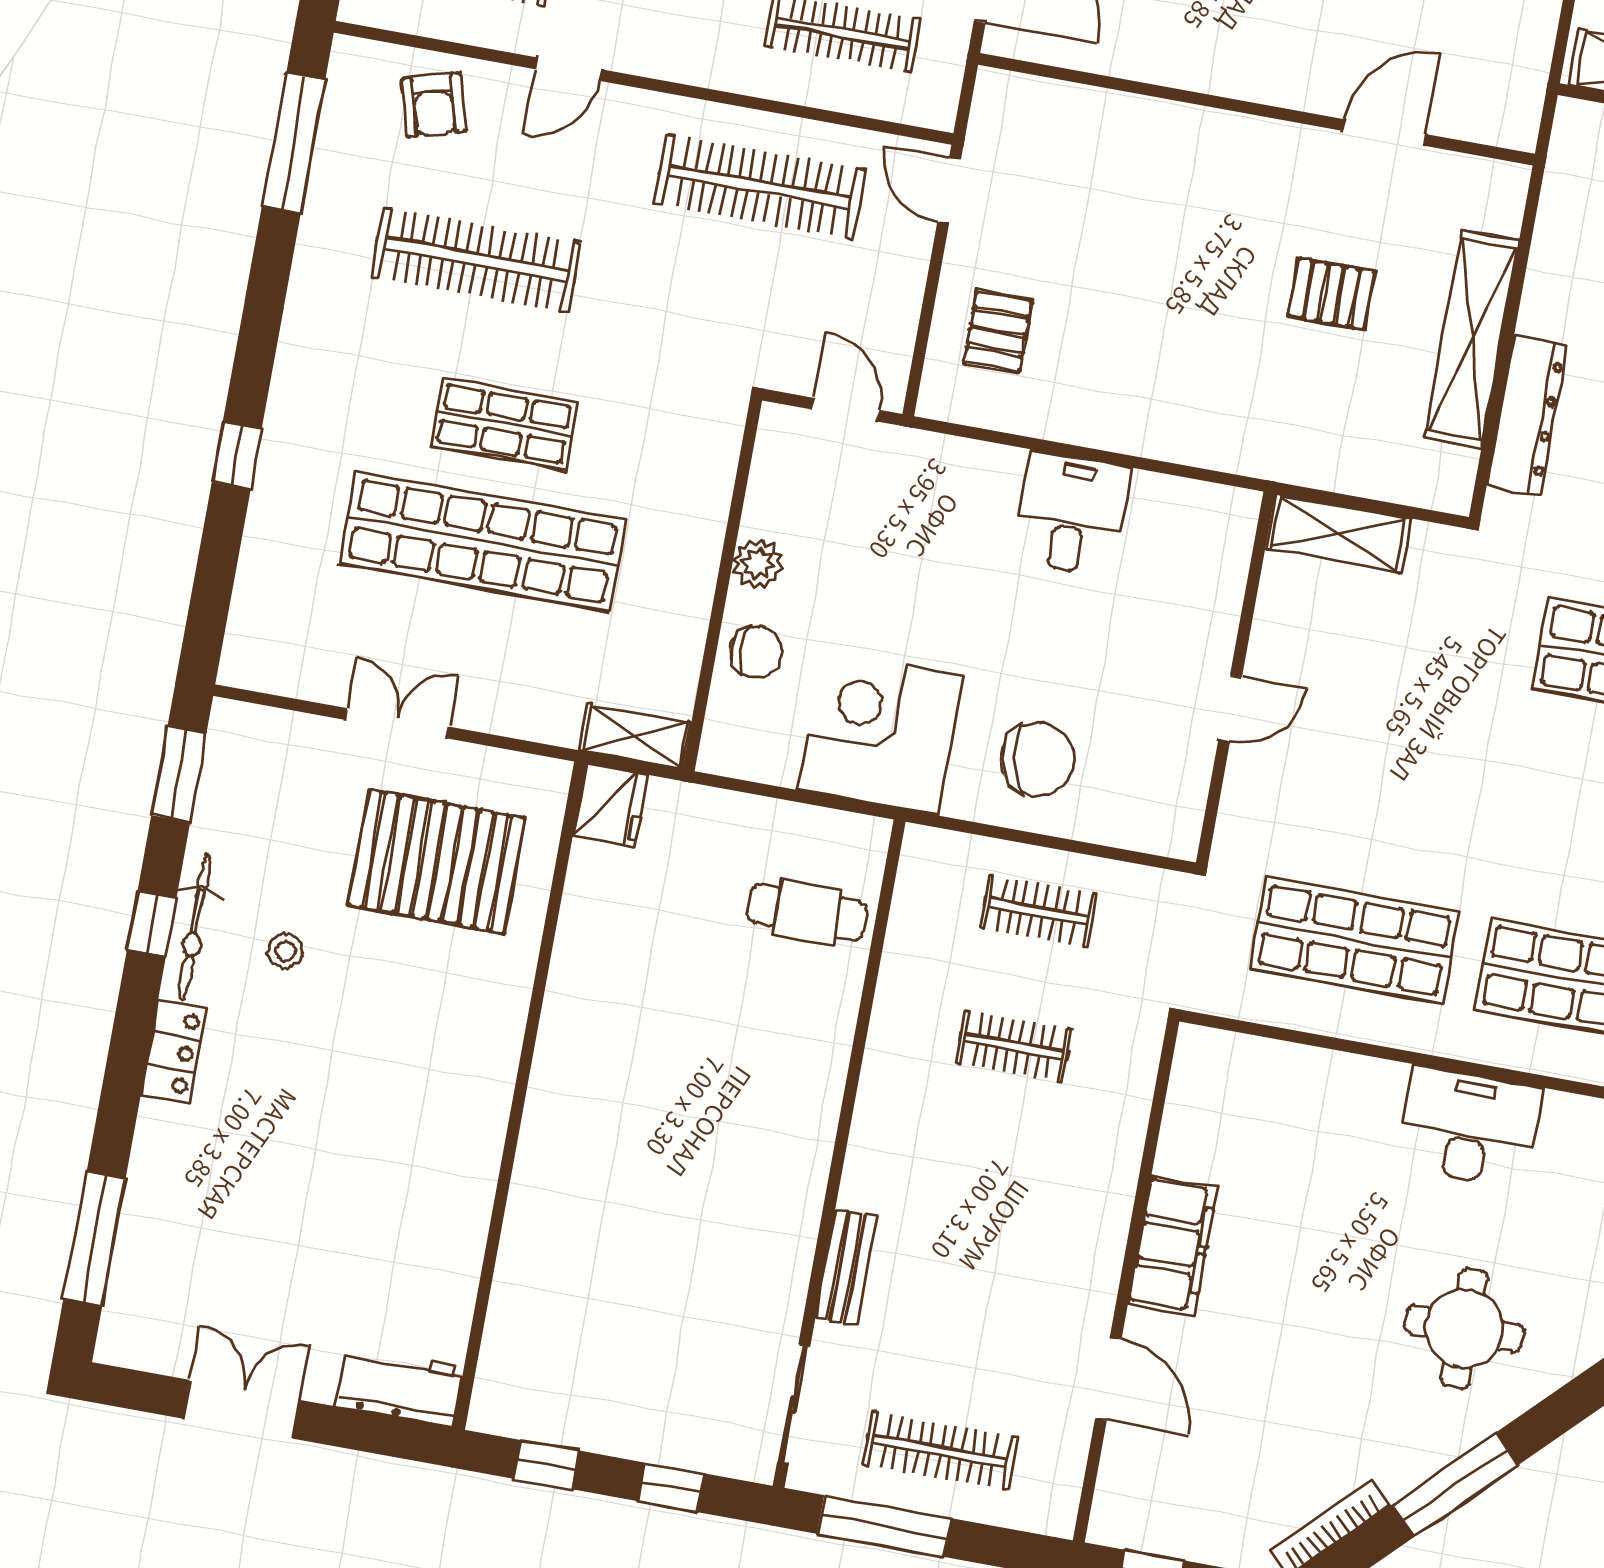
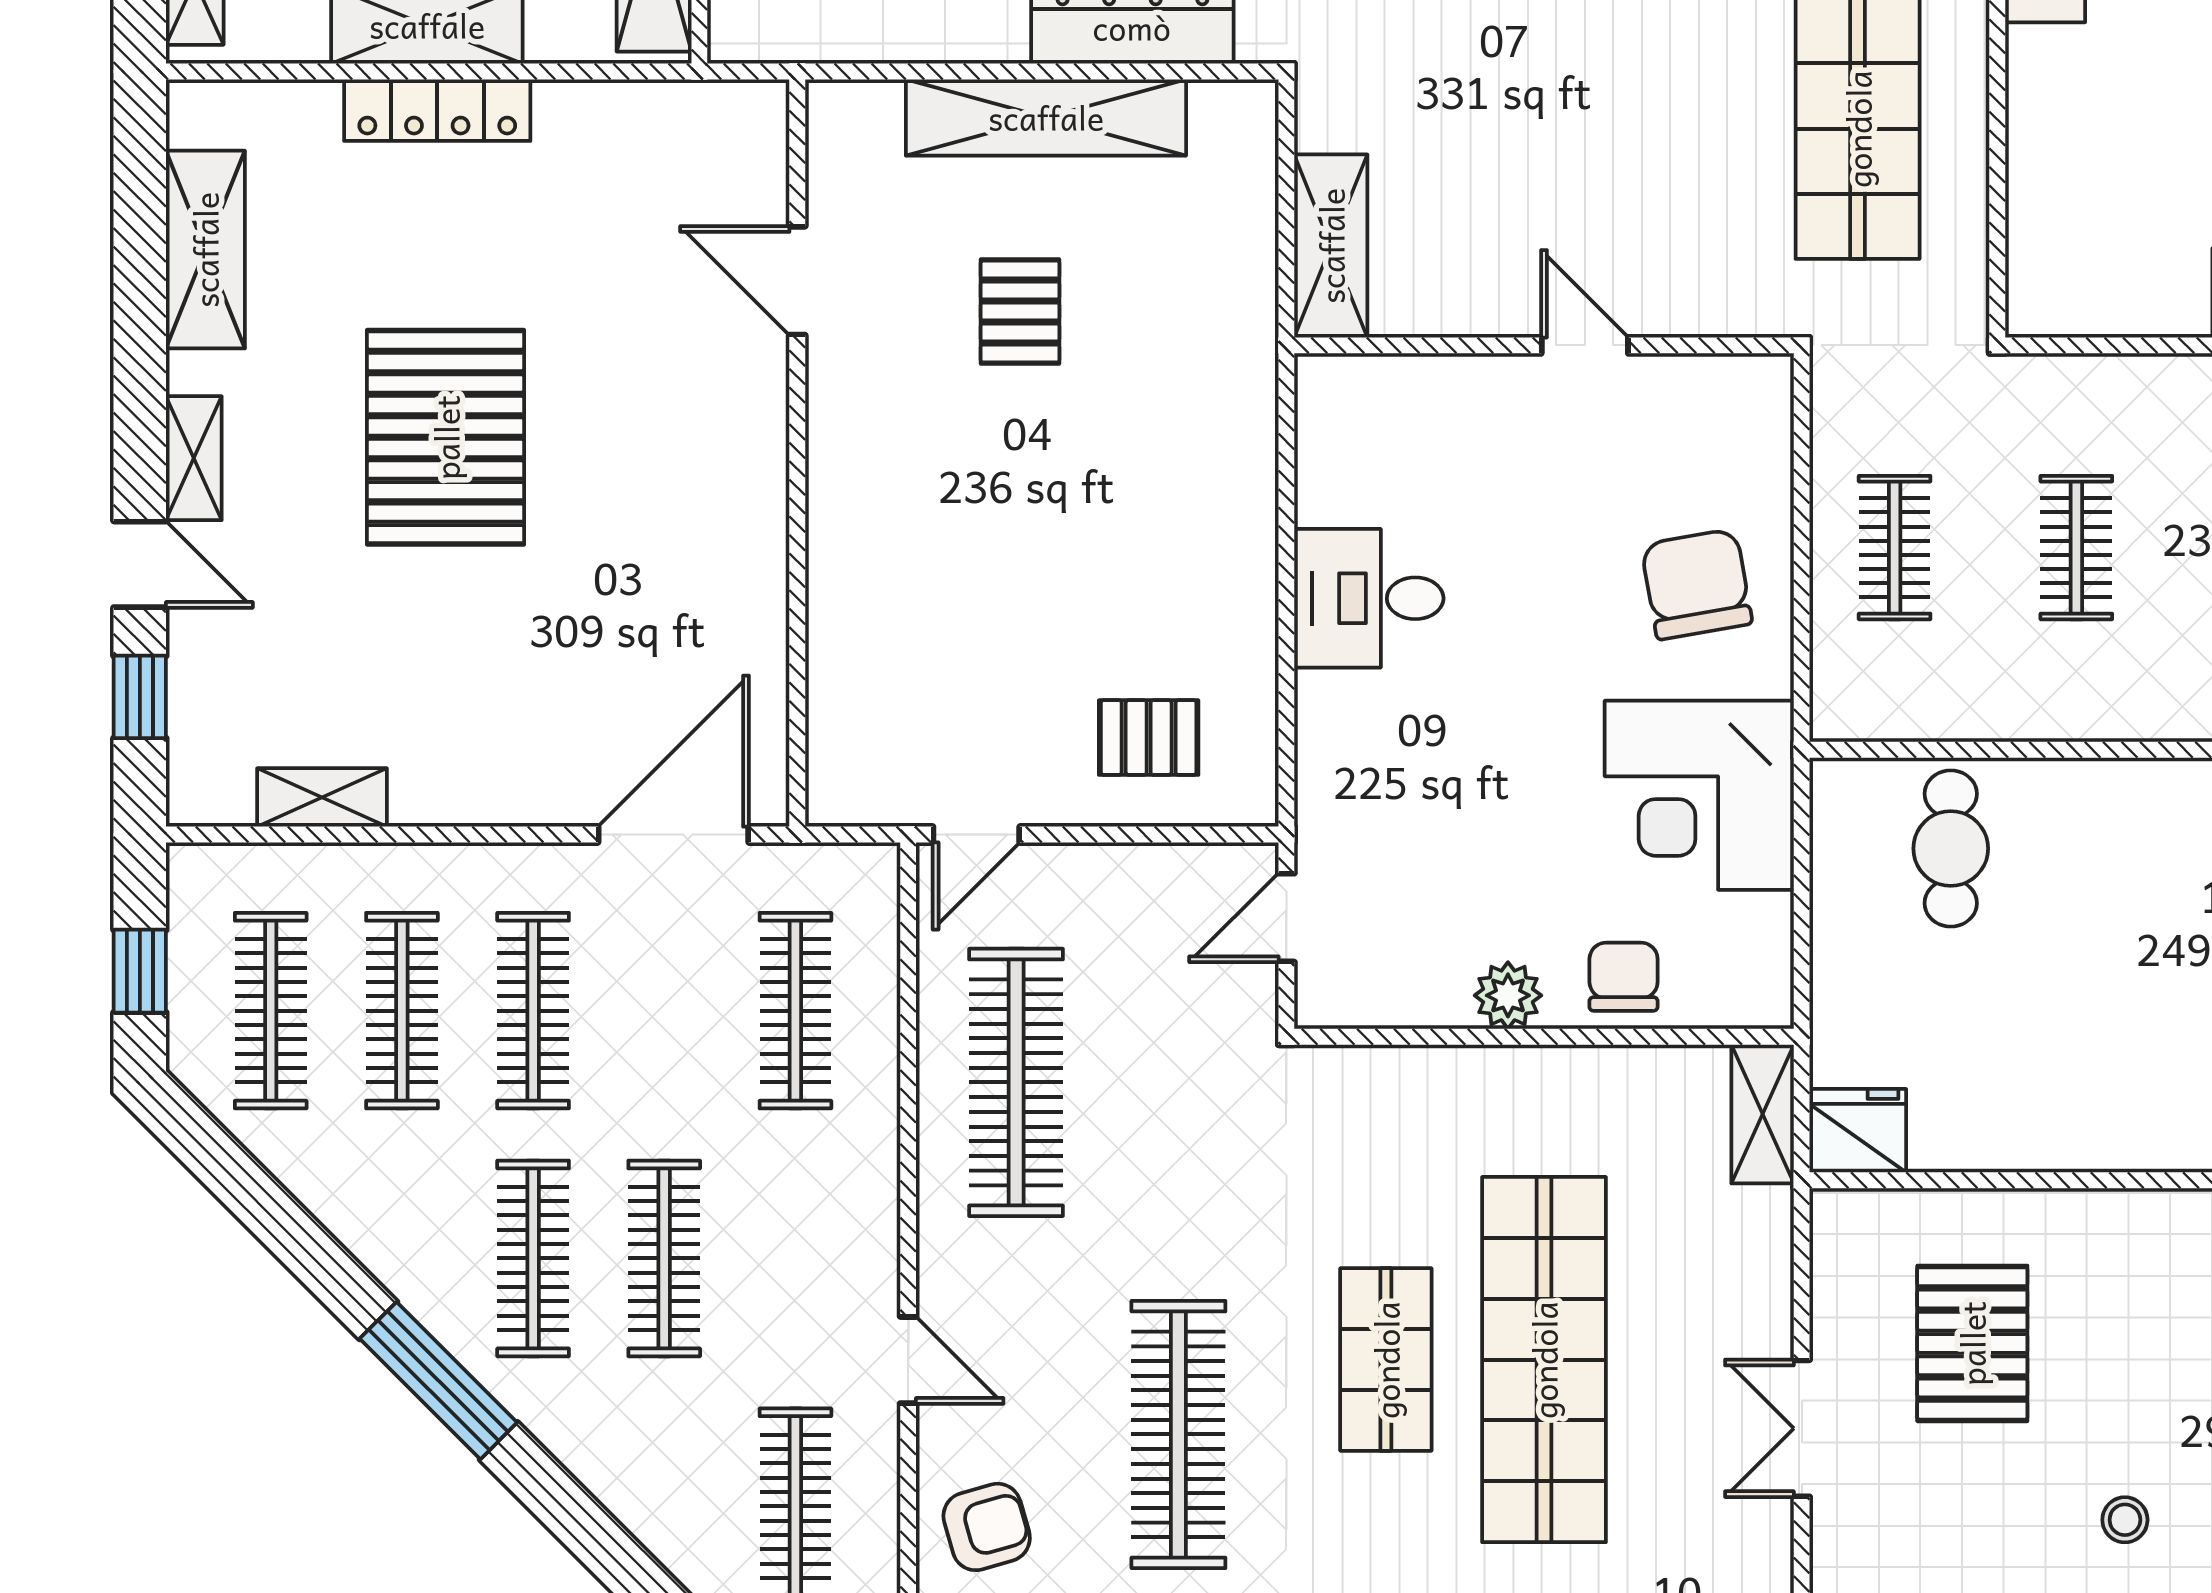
pallet: (437, 861) -> (1972, 1343), width x0.73, depth x0.71

